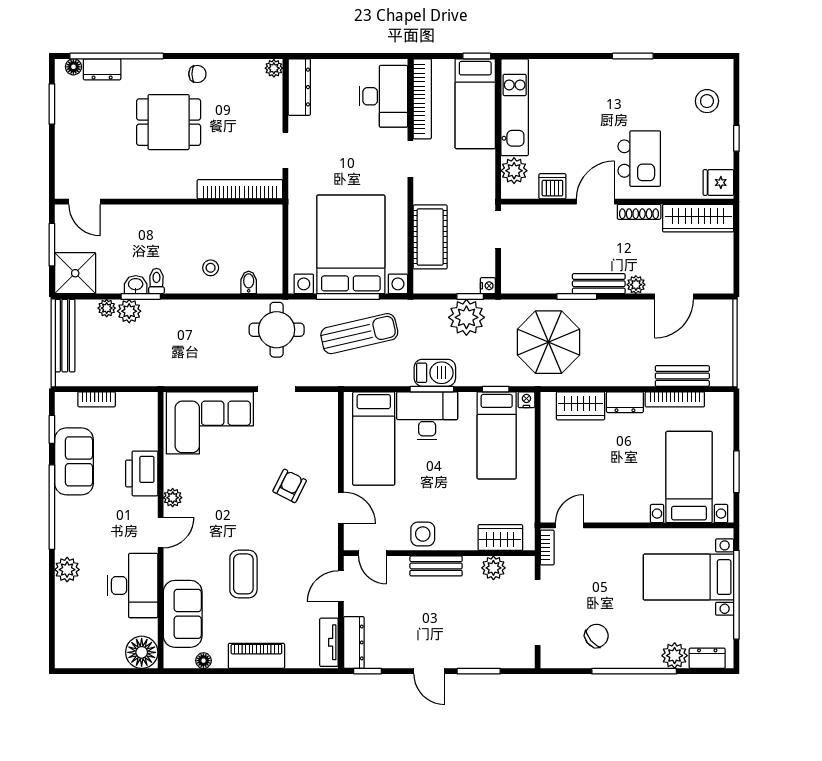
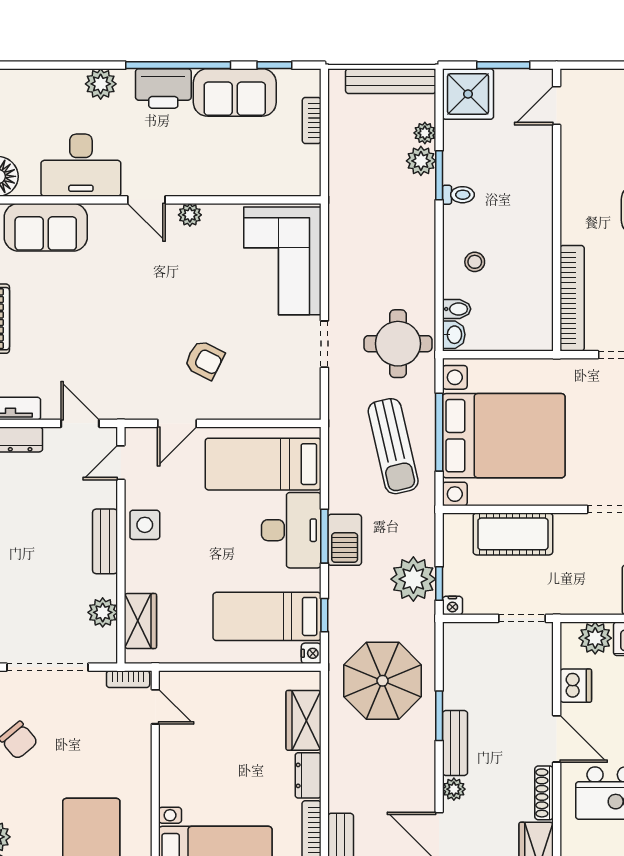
washbasin: (136, 285) -> (454, 335), moved
printer: (142, 473) -> (163, 88), moved, turned 180
coffee table: (243, 574) -> (95, 303), removed

